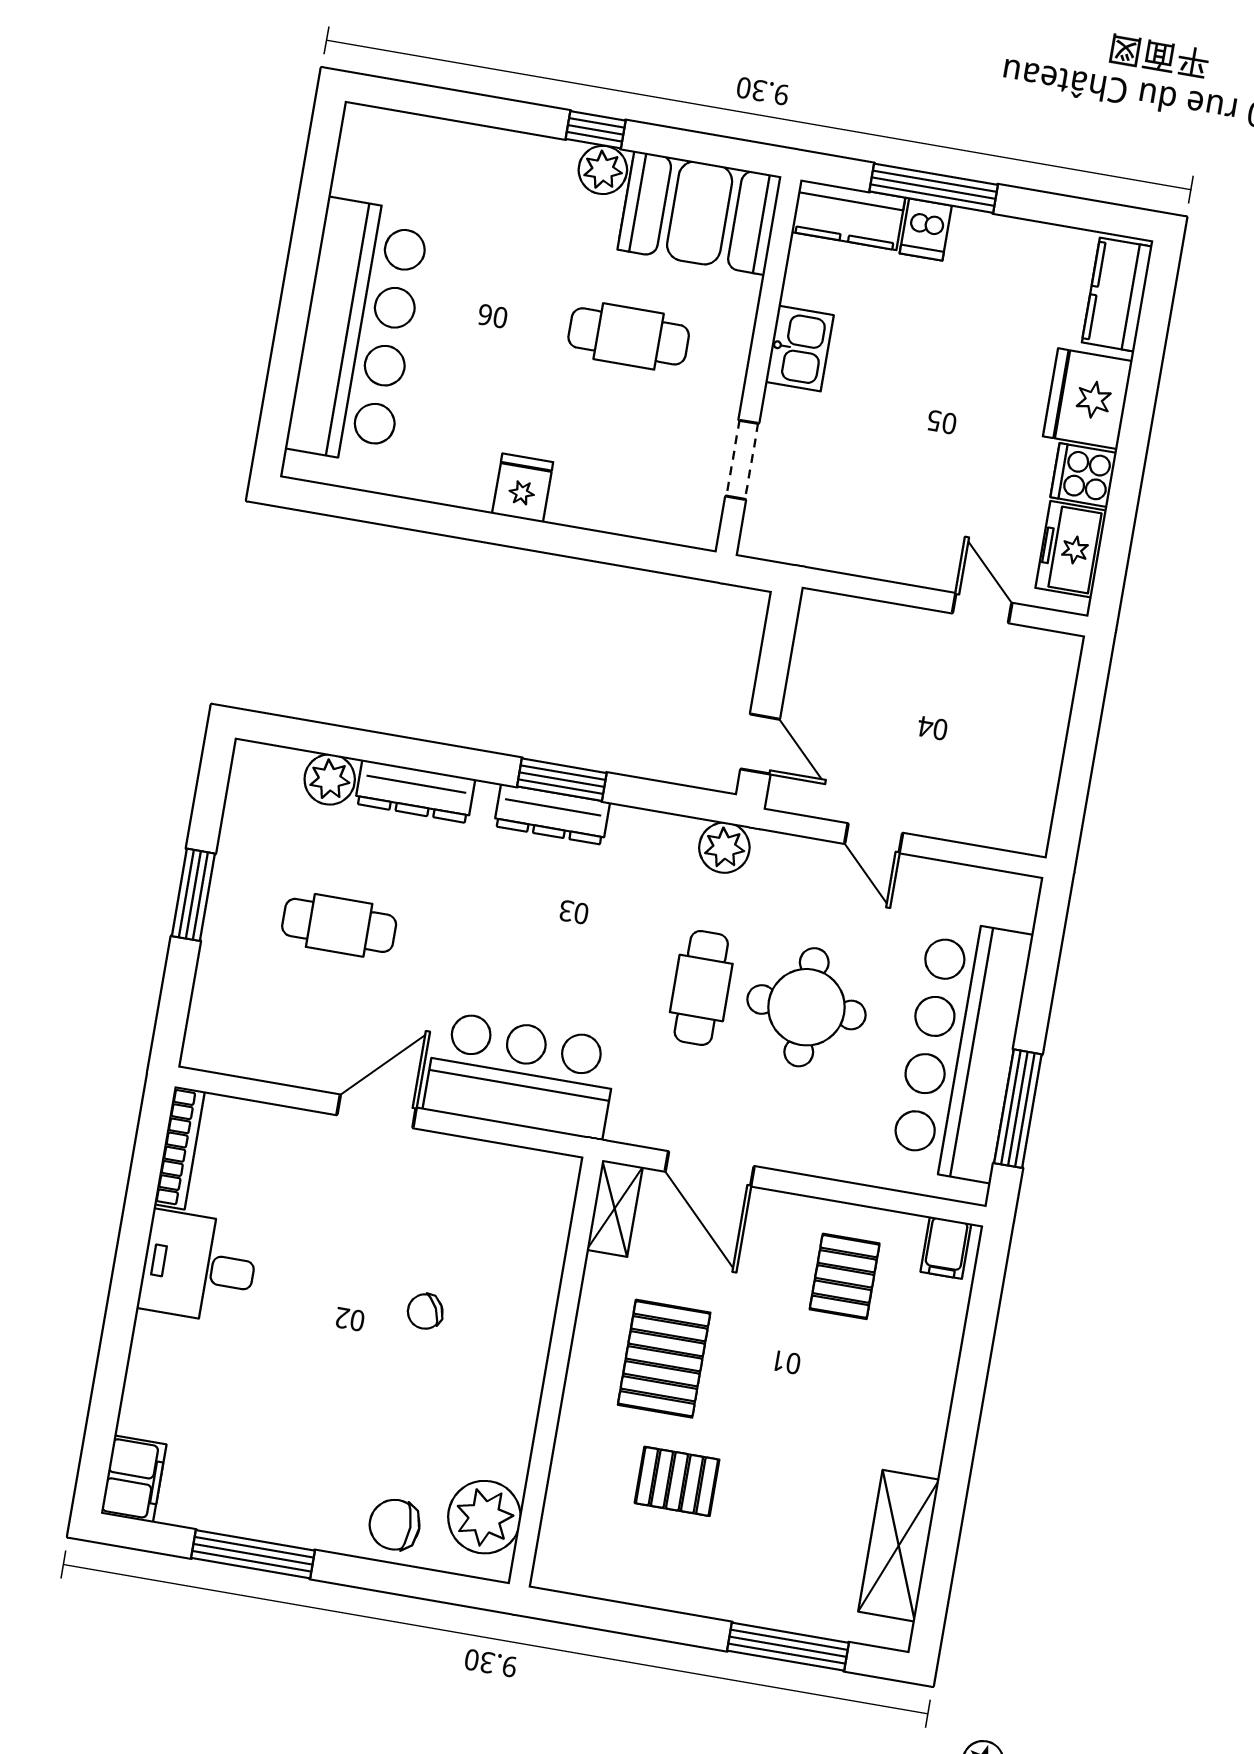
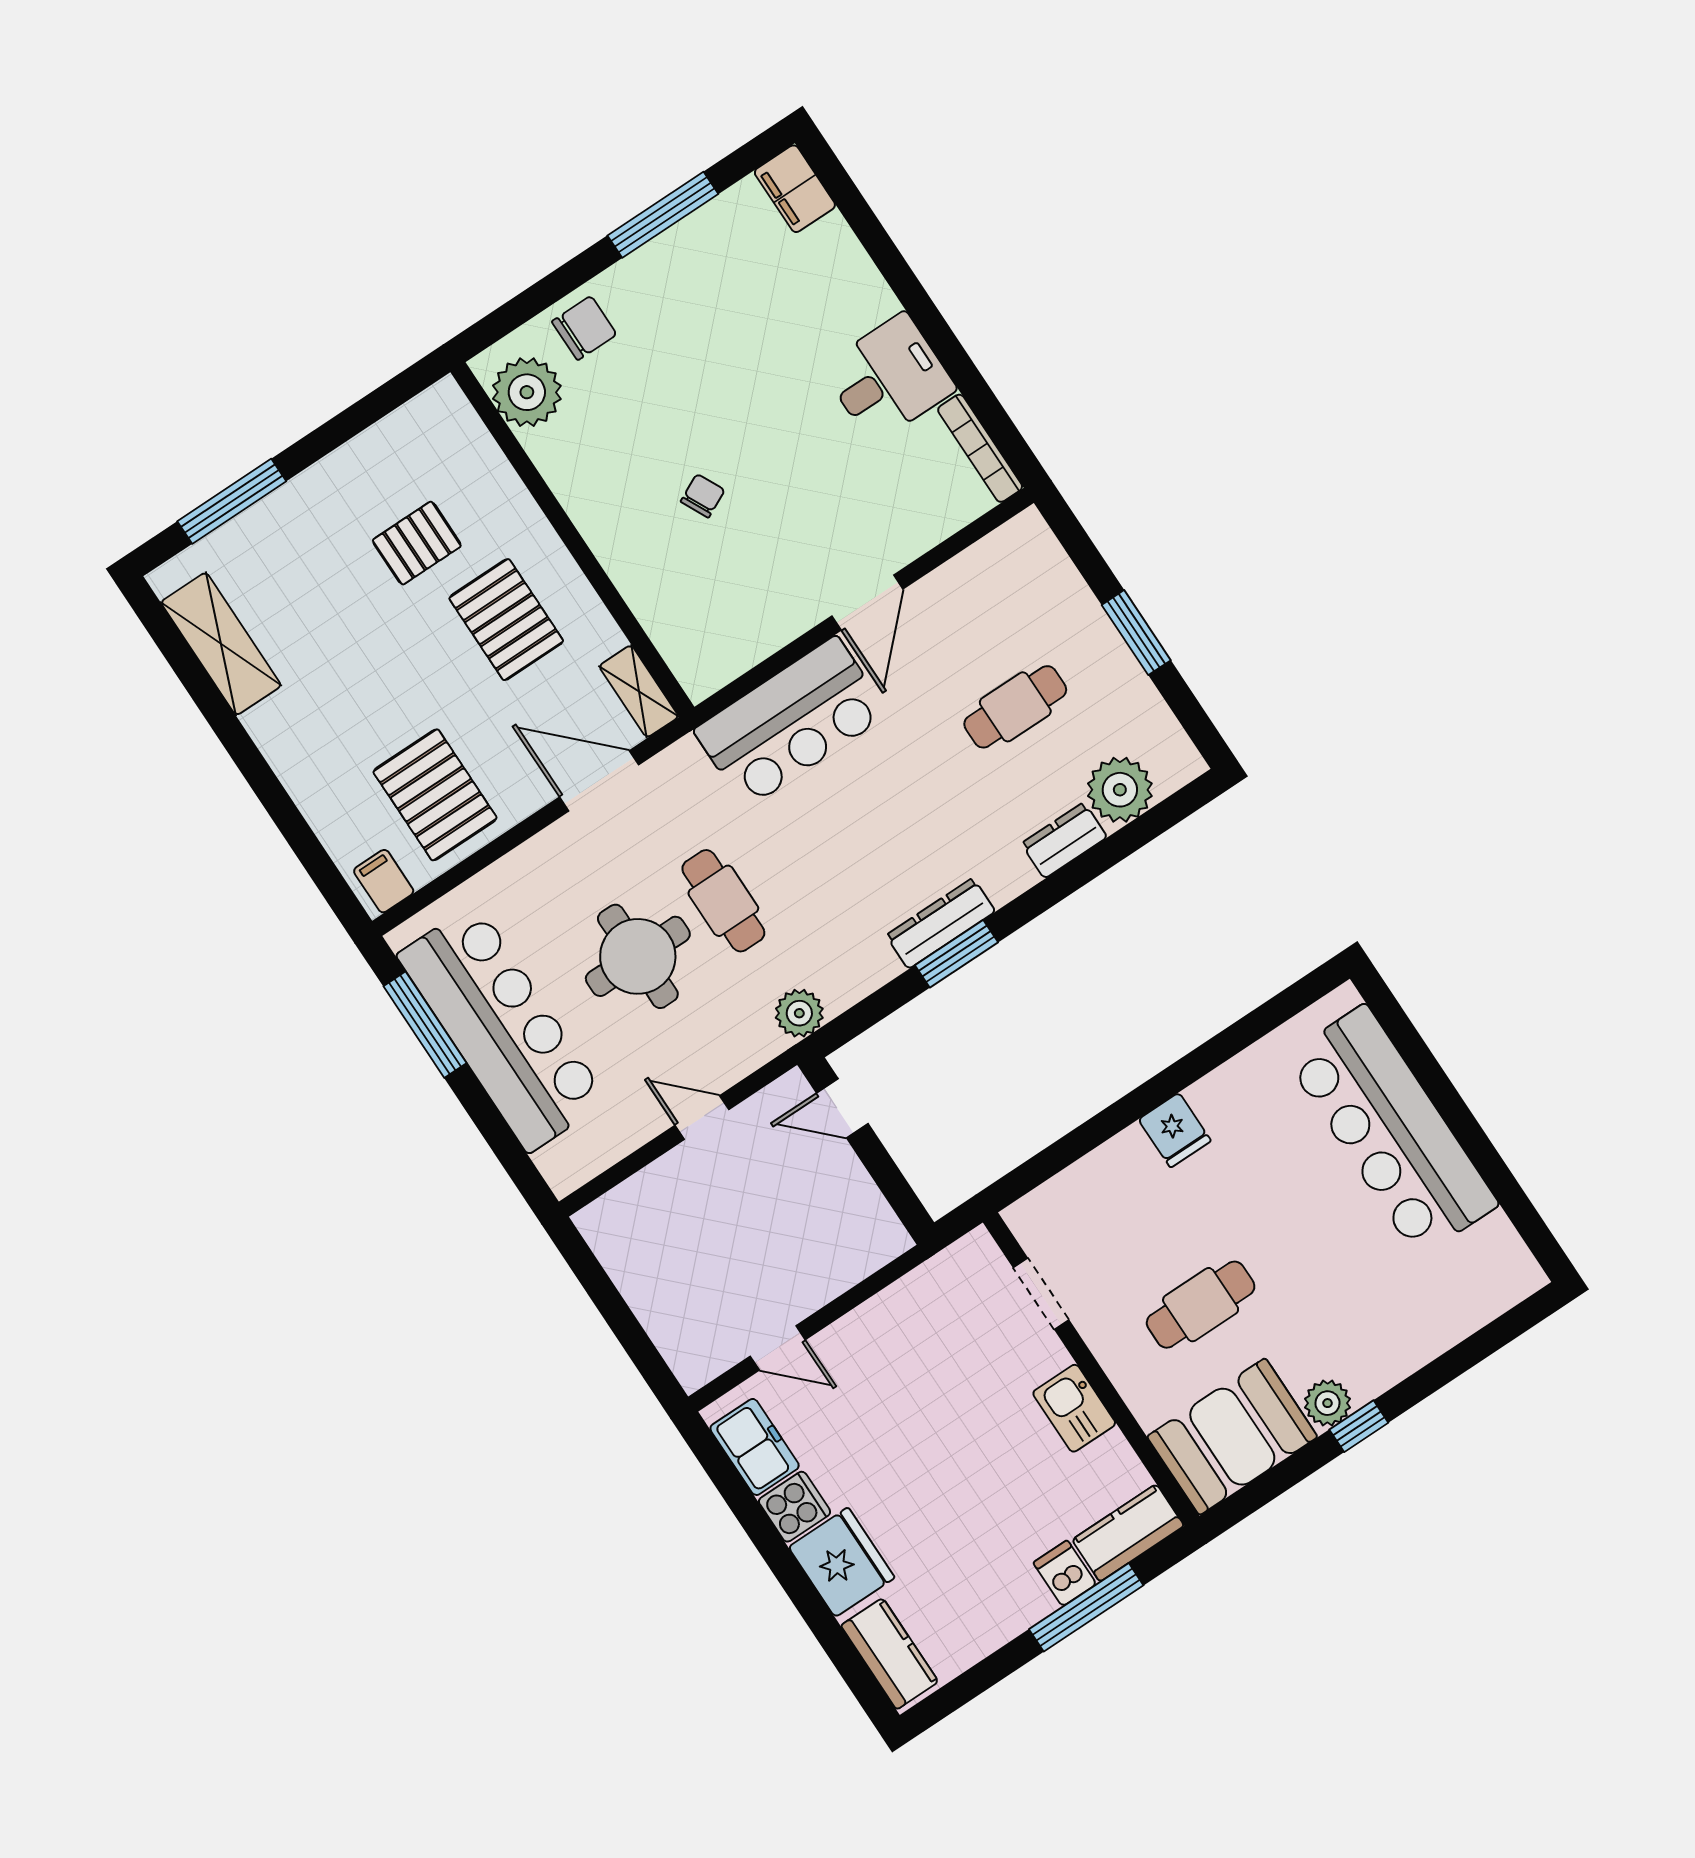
plant: (330, 779) -> (1120, 790), width x1.36, depth x1.36
dresser: (415, 791) -> (1064, 840), width x0.70
pallet: (845, 1276) -> (435, 795), width x1.50, depth x1.42

